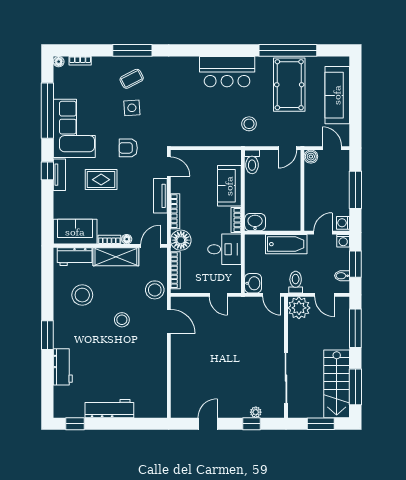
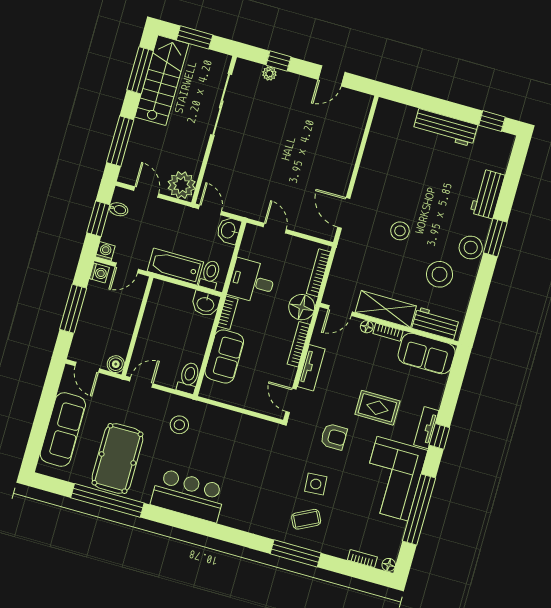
toilet: (296, 282) -> (210, 275), moved, turned 180
stool: (155, 290) -> (471, 247), moved

